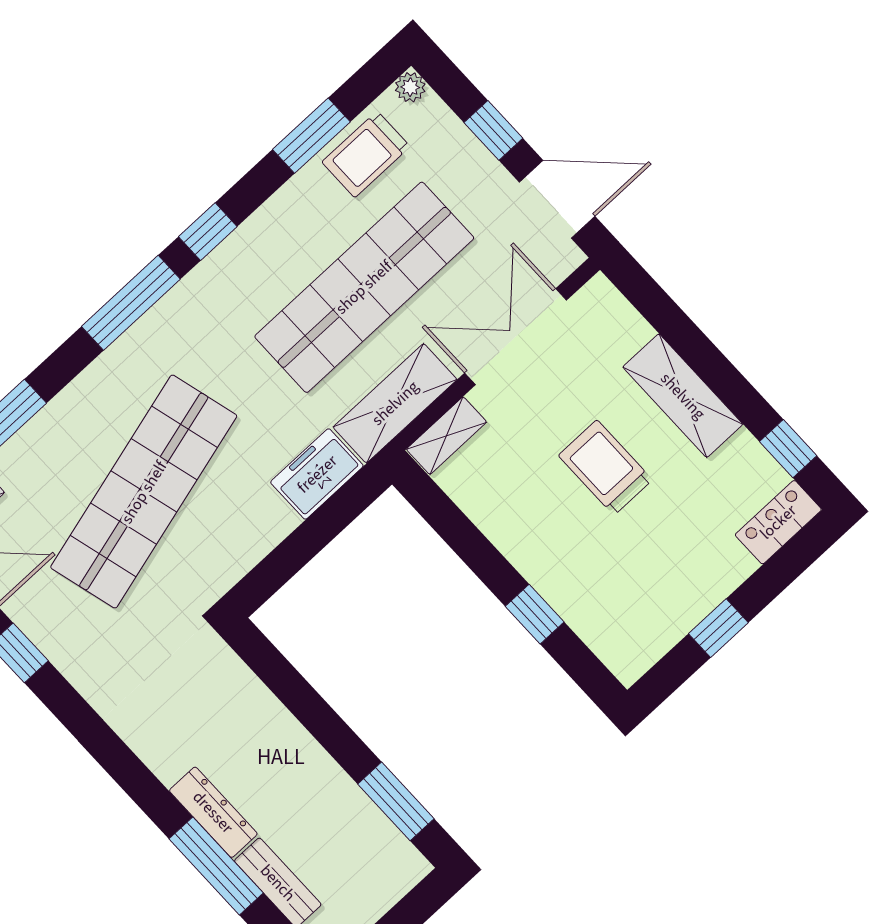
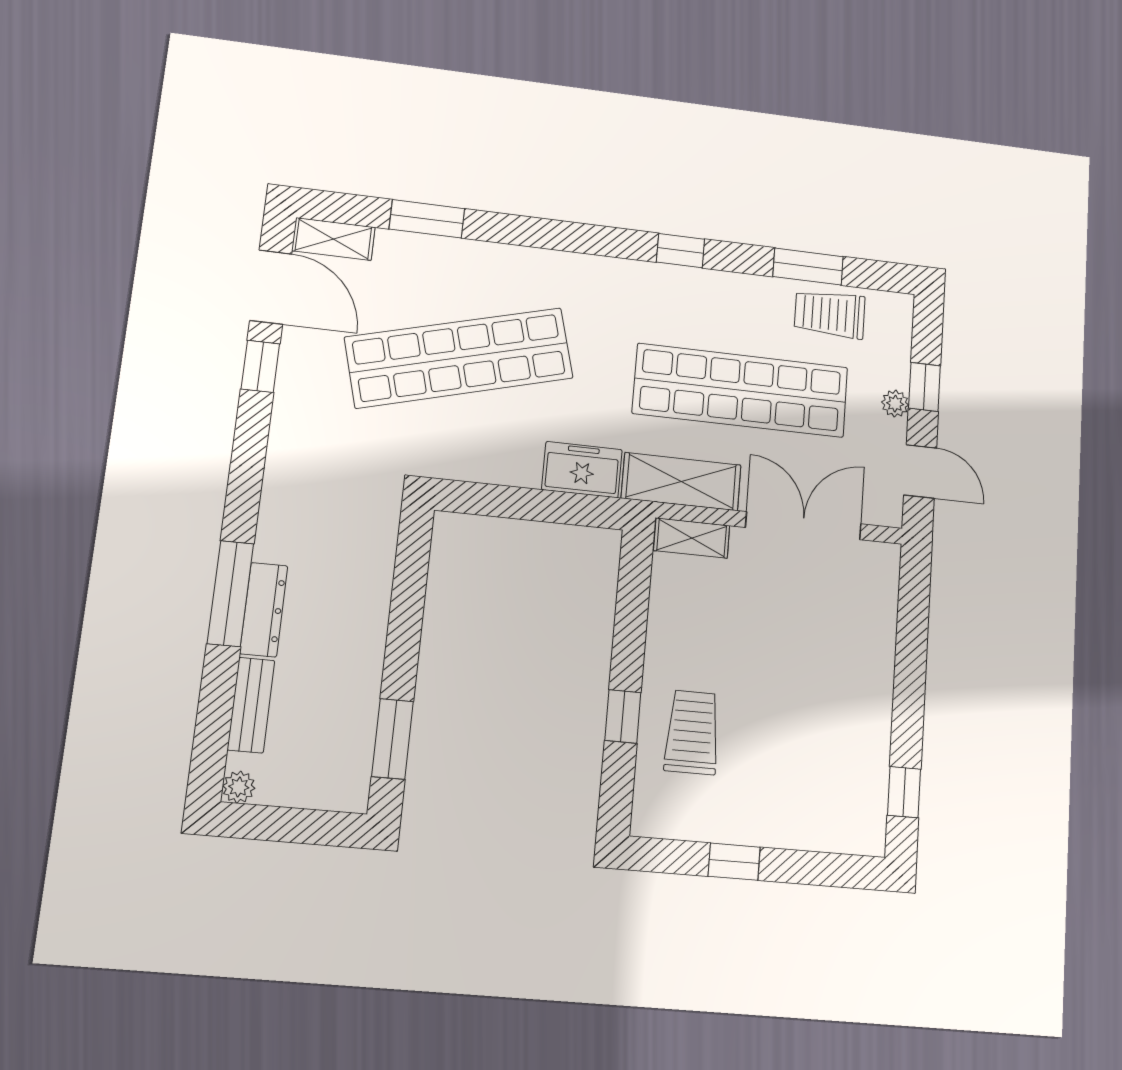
plant: (410, 87) -> (895, 404), moved
door: (557, 199) -> (920, 471), width x0.73
window: (131, 303) -> (584, 239), removed
shelving: (683, 396) -> (871, 682), removed
trolley: (605, 468) -> (692, 732), moved
locker: (778, 522) -> (848, 834), removed
window: (216, 866) -> (230, 593), moved

